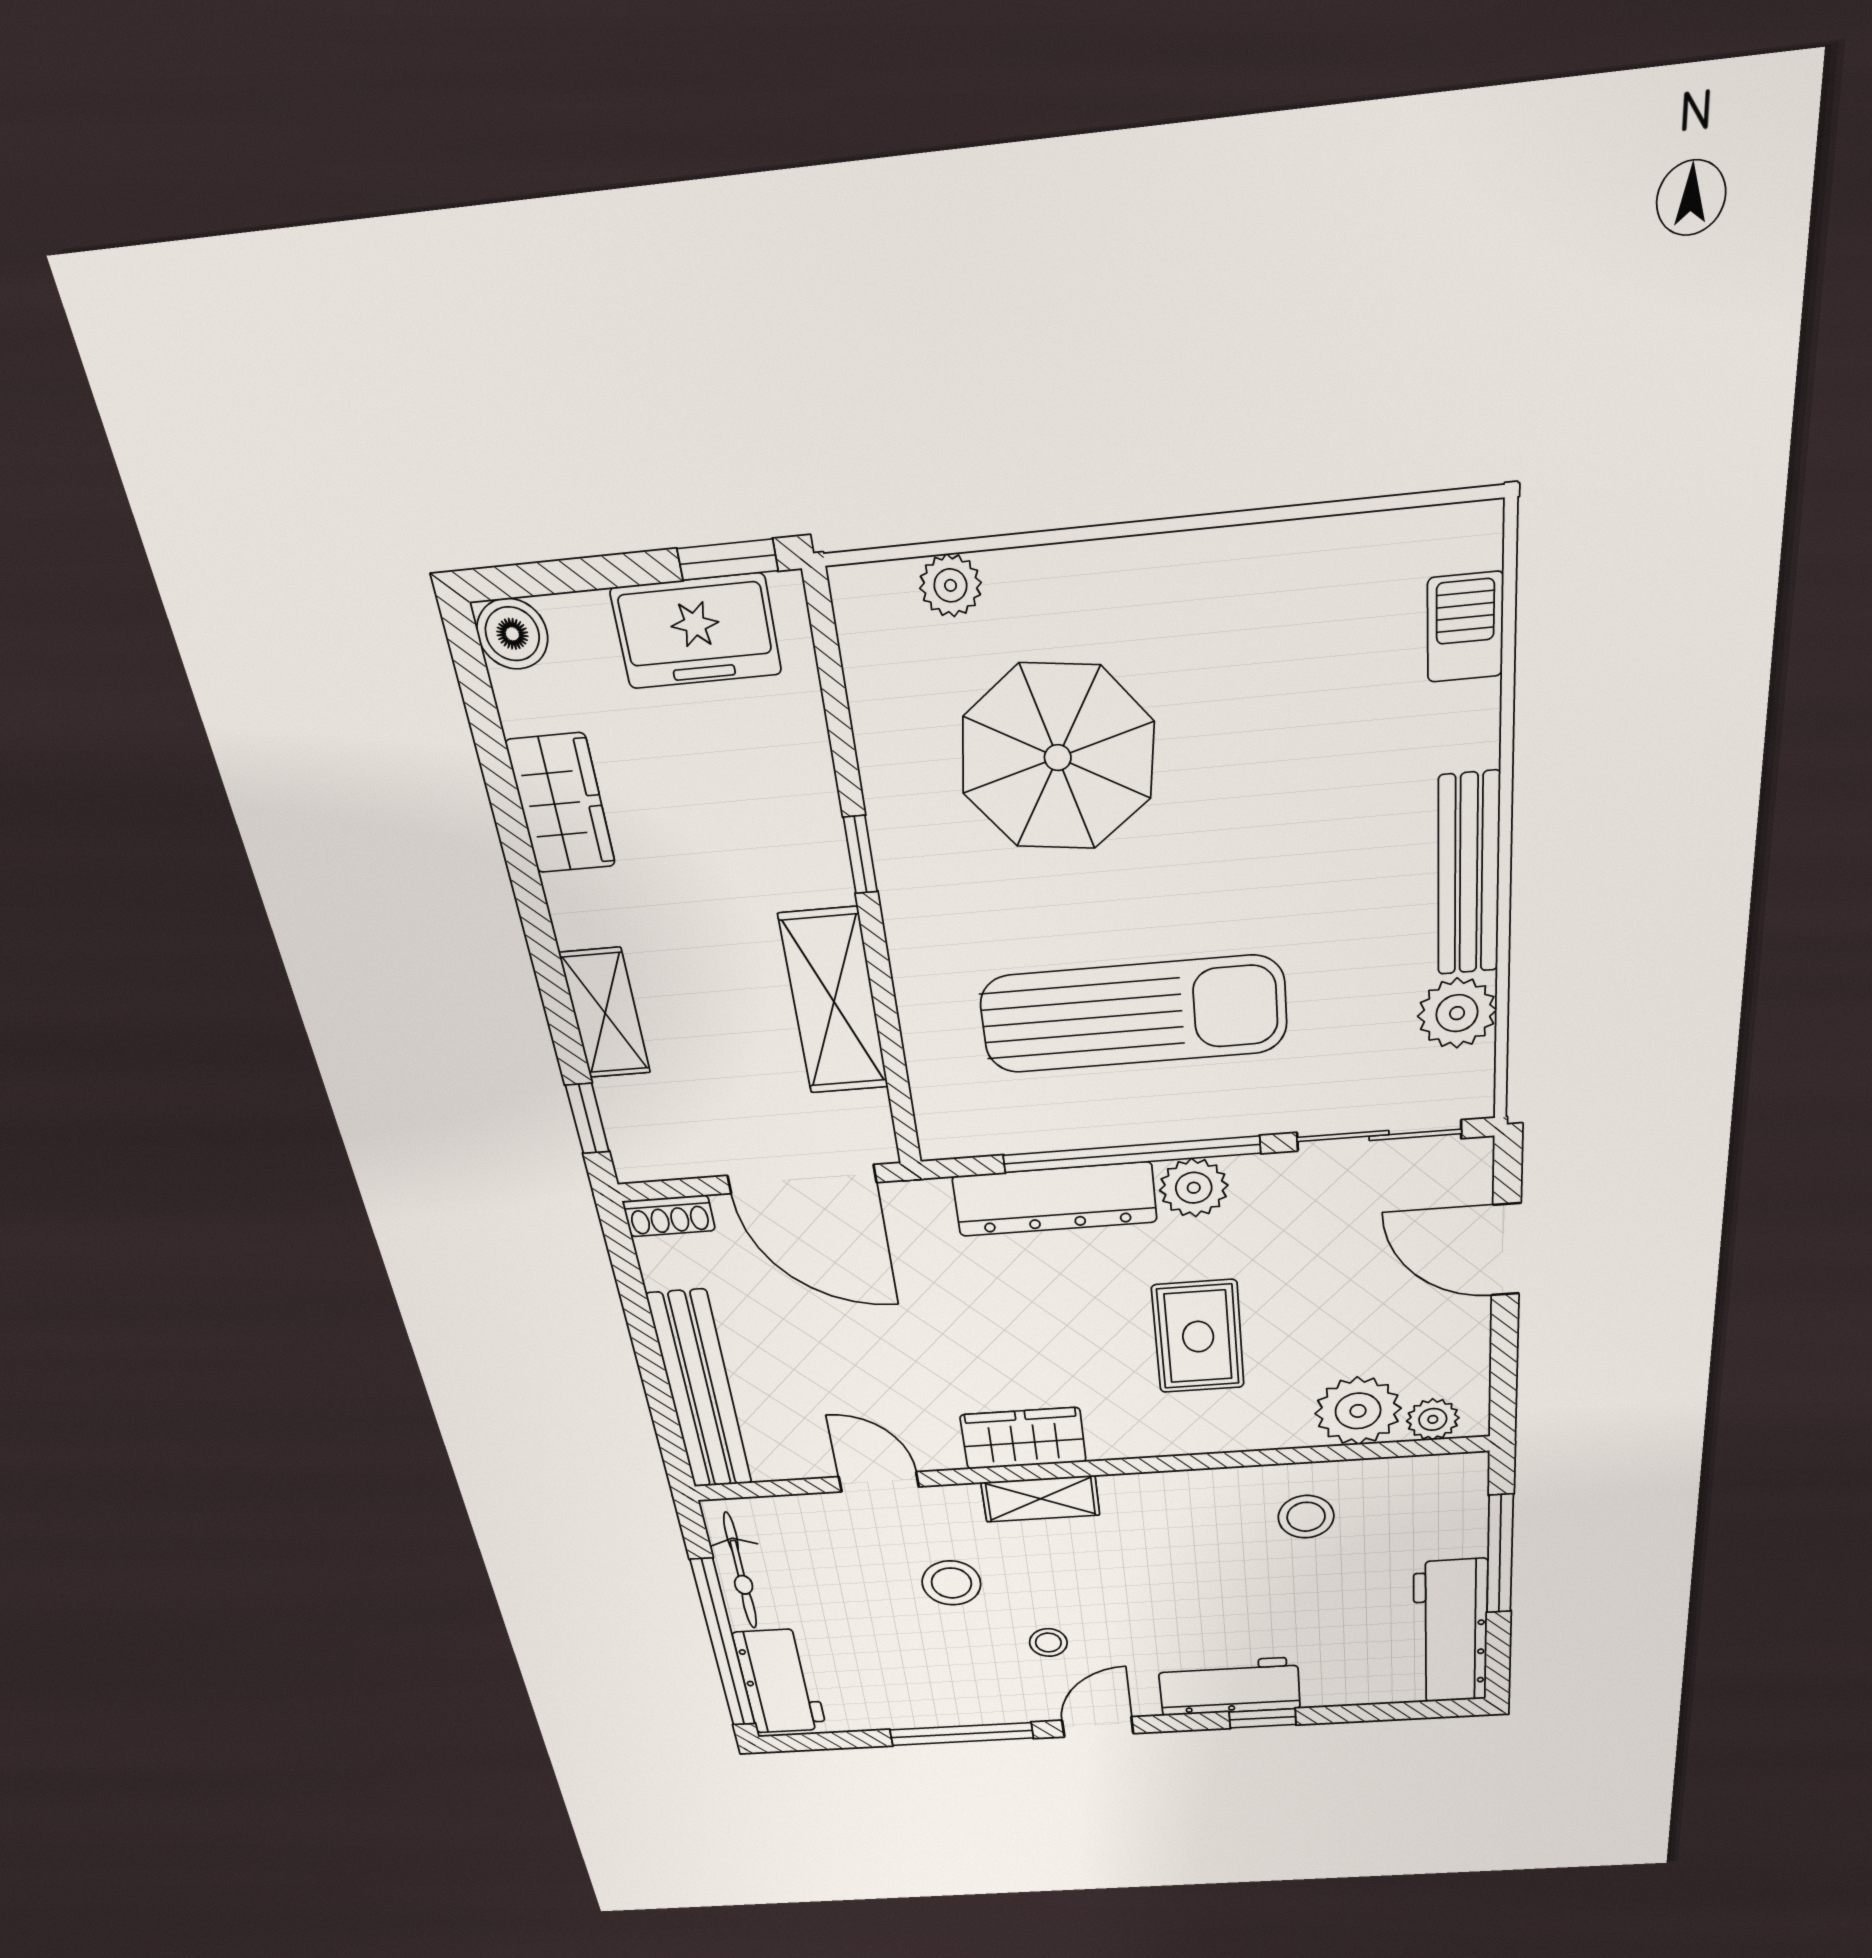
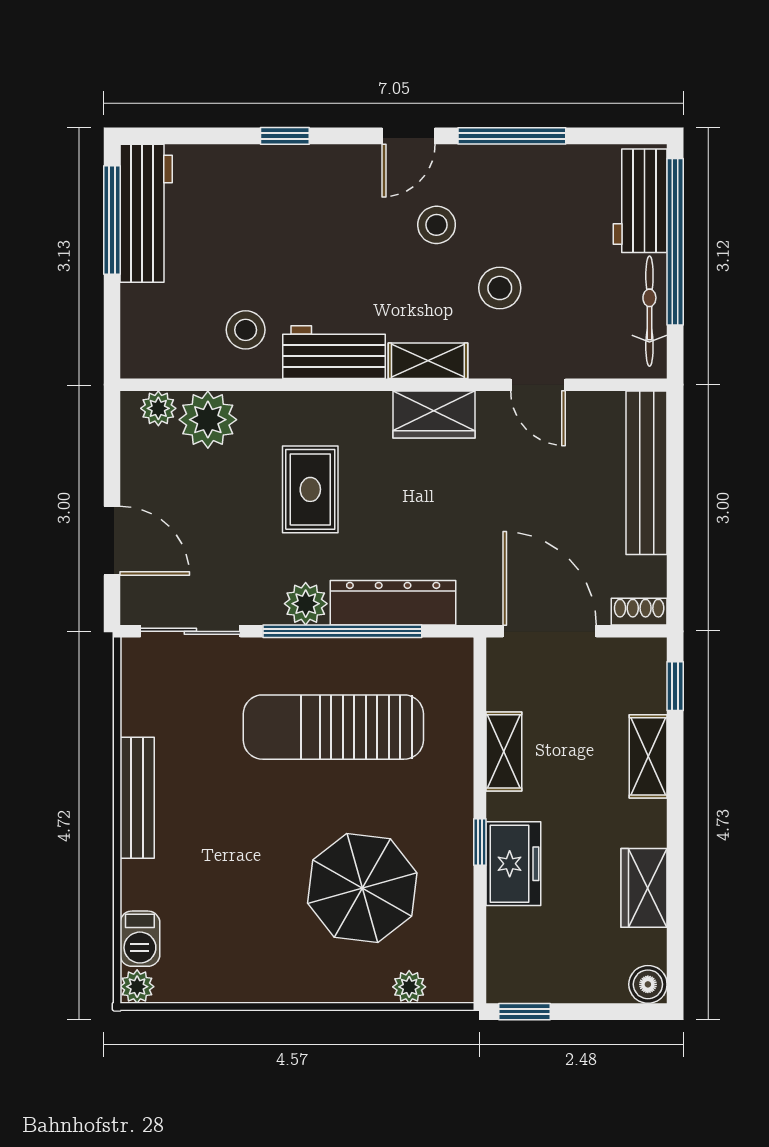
freezer: (696, 631) -> (513, 864), moved, turned 90
shelving: (834, 1002) -> (504, 751), width x0.67, depth x0.75
plant: (1457, 1013) -> (137, 987), moved, width x0.73, depth x0.73
window: (1500, 1554) -> (112, 220), moved
stool: (1048, 1643) -> (437, 225), width x1.37, depth x1.37
workbench: (1229, 1687) -> (334, 352), moved, turned 180

